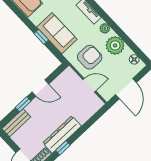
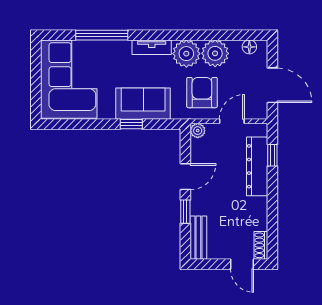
plant: (105, 28) -> (186, 54), width x1.87, depth x1.87
plant: (69, 73) -> (198, 131), added
dresser: (62, 134) -> (257, 166), moved
window: (63, 148) -> (272, 155), moved

